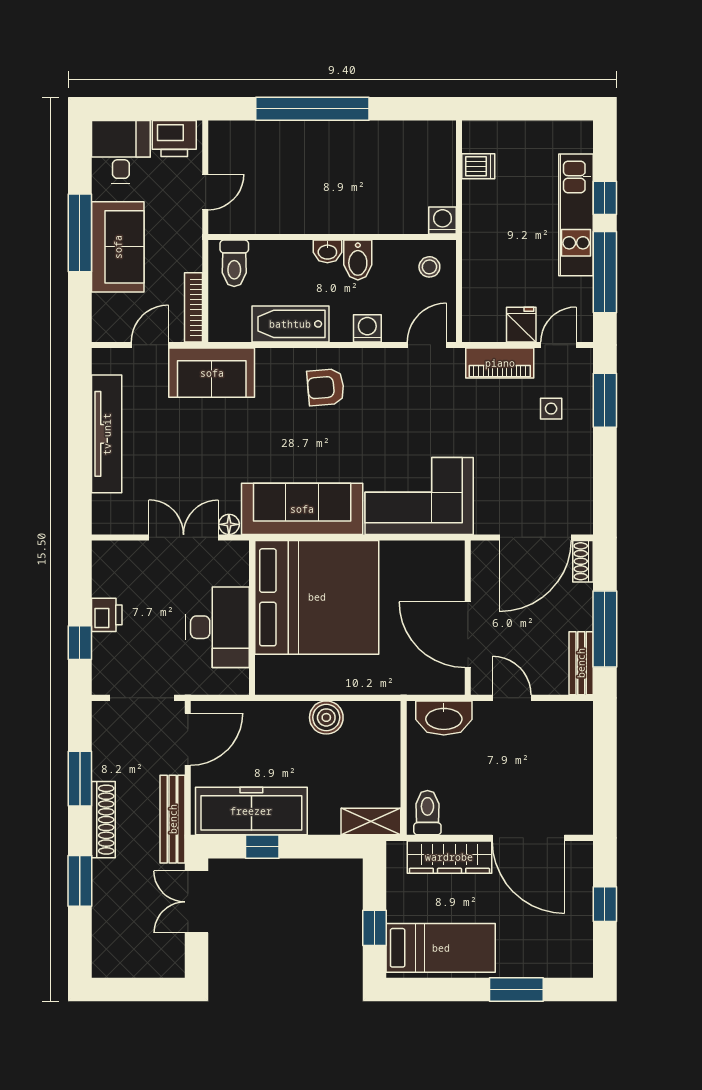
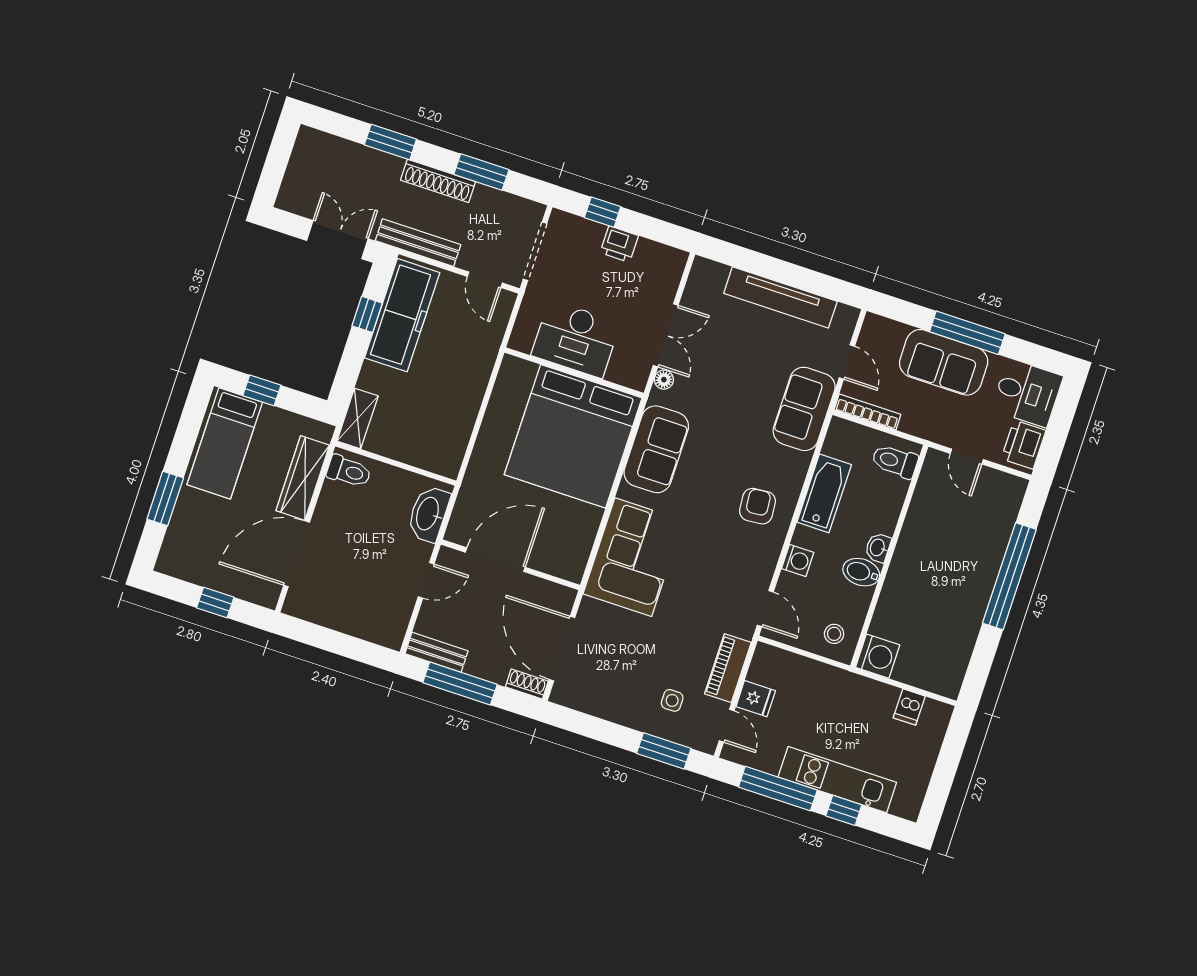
washing machine: (443, 220) -> (878, 656), width x1.38, depth x1.38
sofa: (302, 509) -> (656, 449), width x0.73
boiler: (326, 717) -> (463, 409), removed
door: (188, 739) -> (485, 280), width x0.73

